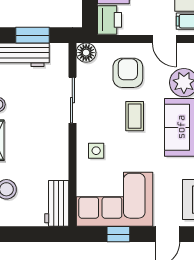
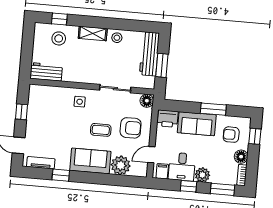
corner sofa: (114, 199) -> (46, 111), removed

